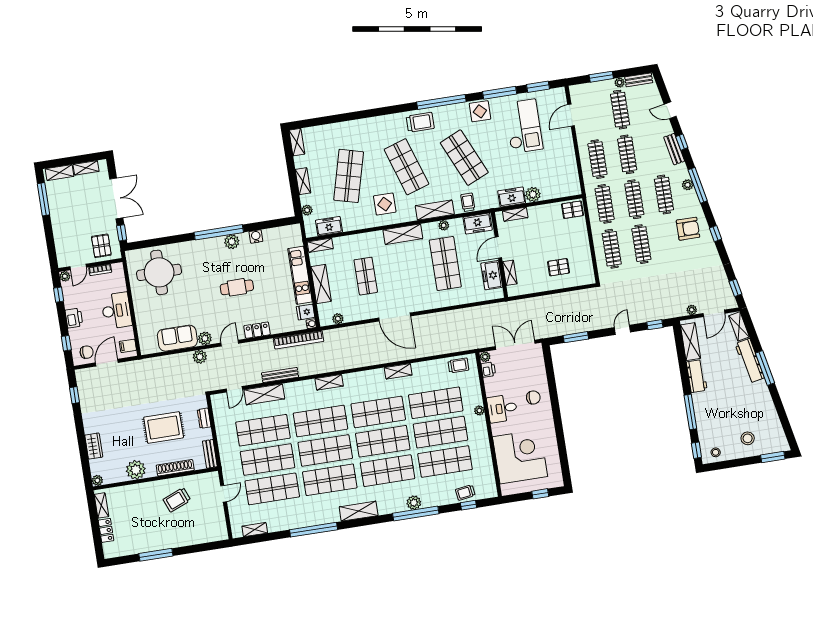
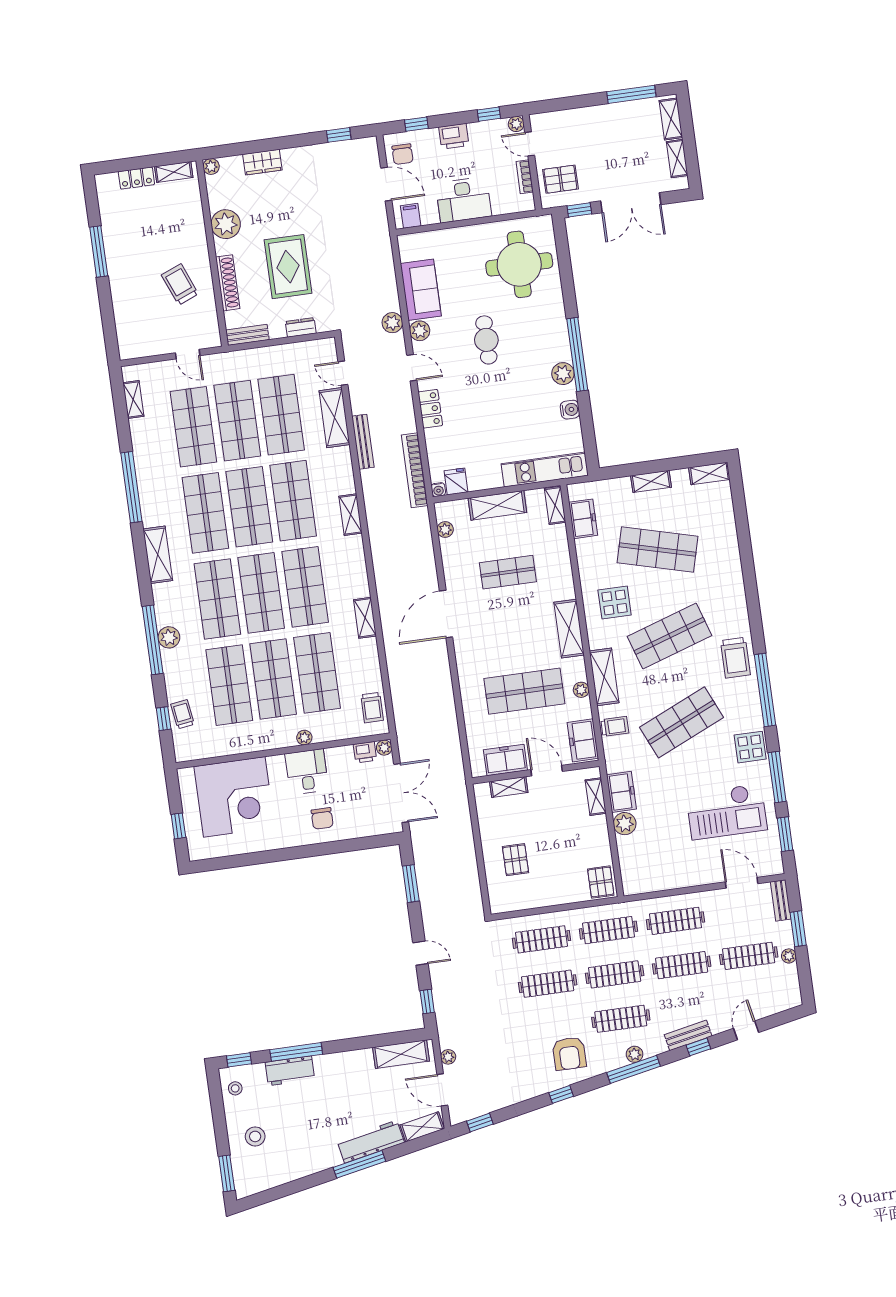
bench: (639, 80) -> (781, 900), moved
plant: (307, 210) -> (608, 487), removed
kitchen unit: (300, 275) -> (545, 470), moved
cafe table: (237, 287) -> (486, 340), moved
workbench: (697, 376) -> (290, 1071), moved

